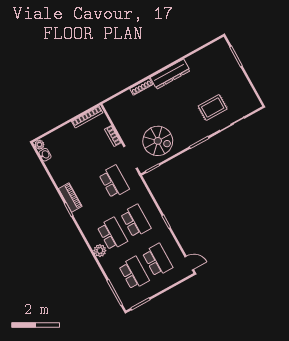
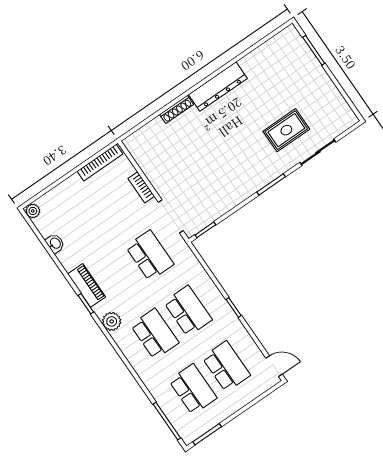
spiral stairs: (158, 141) -> (209, 188), removed
washbasin: (45, 155) -> (55, 243), moved
plant: (100, 251) -> (112, 321), moved

